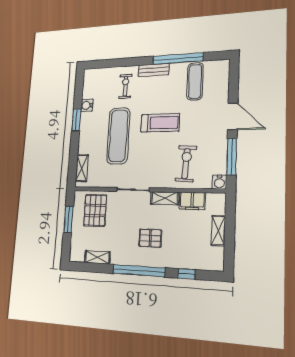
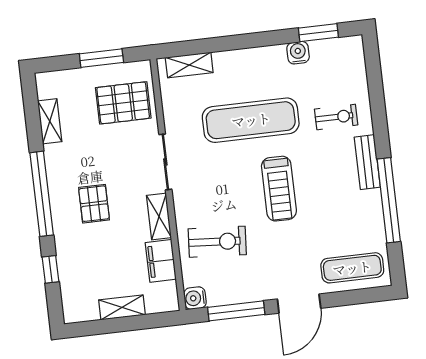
exercise mat: (195, 81) -> (352, 268), moved
window: (76, 120) -> (318, 33), moved

